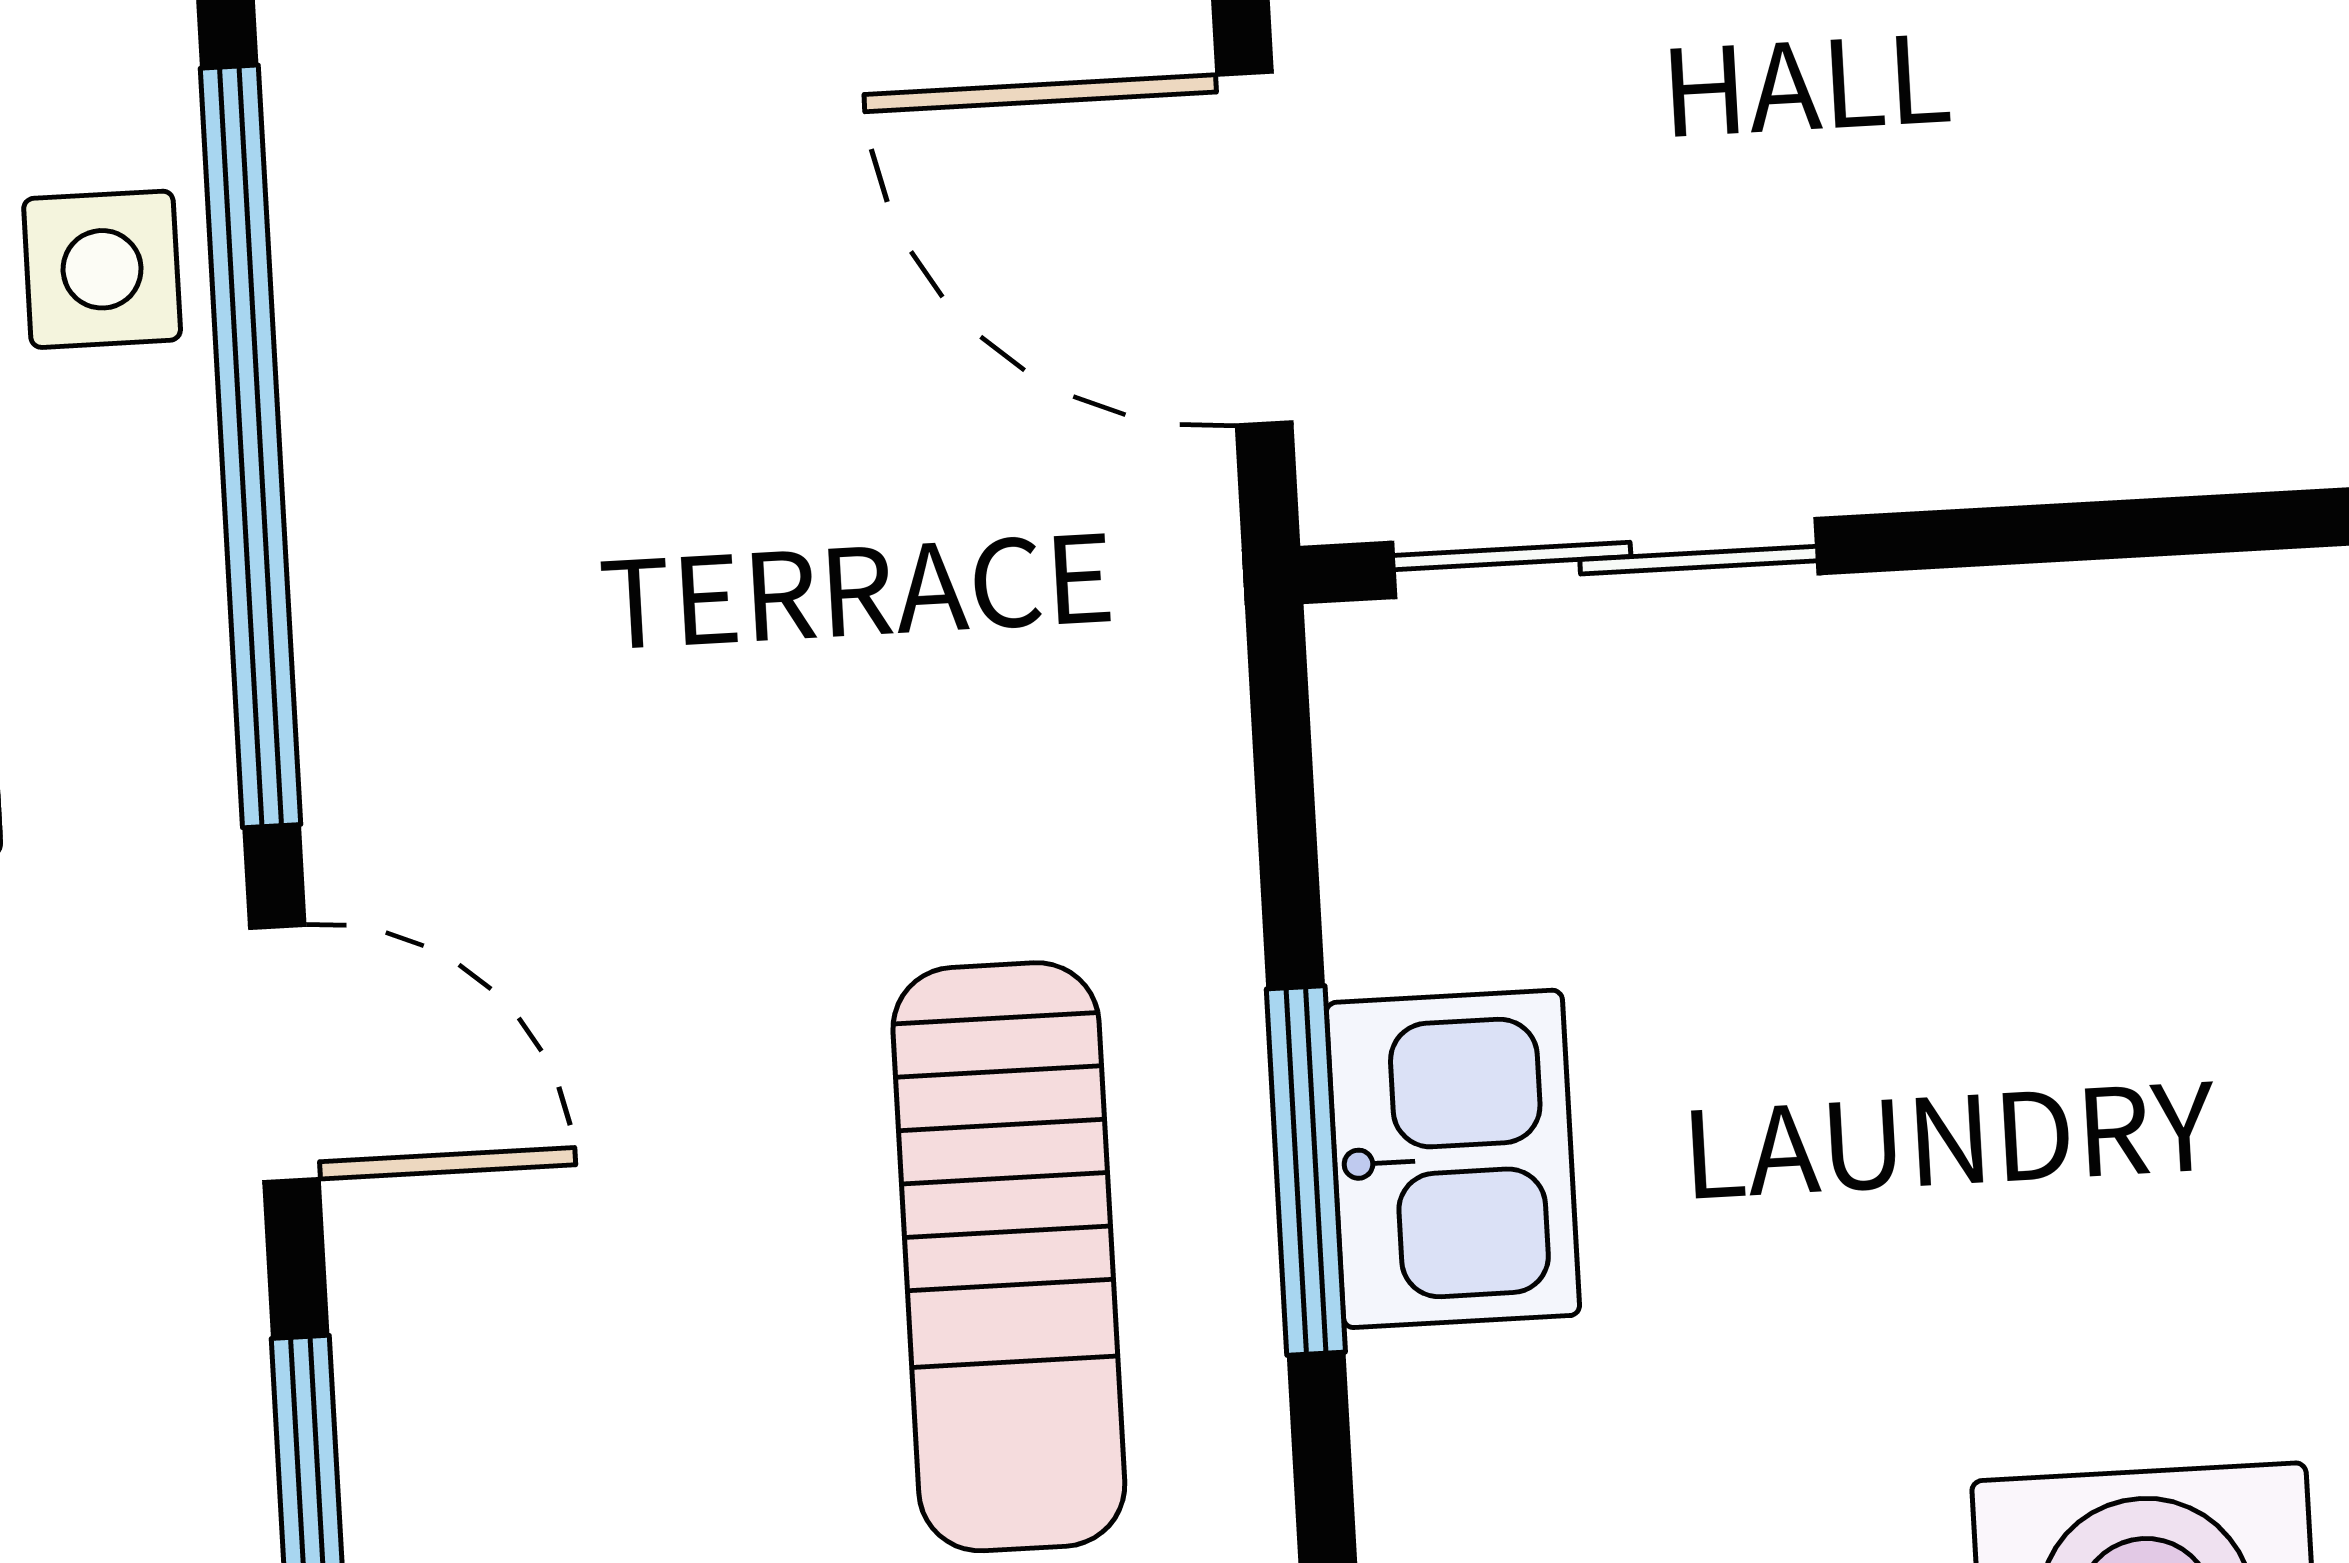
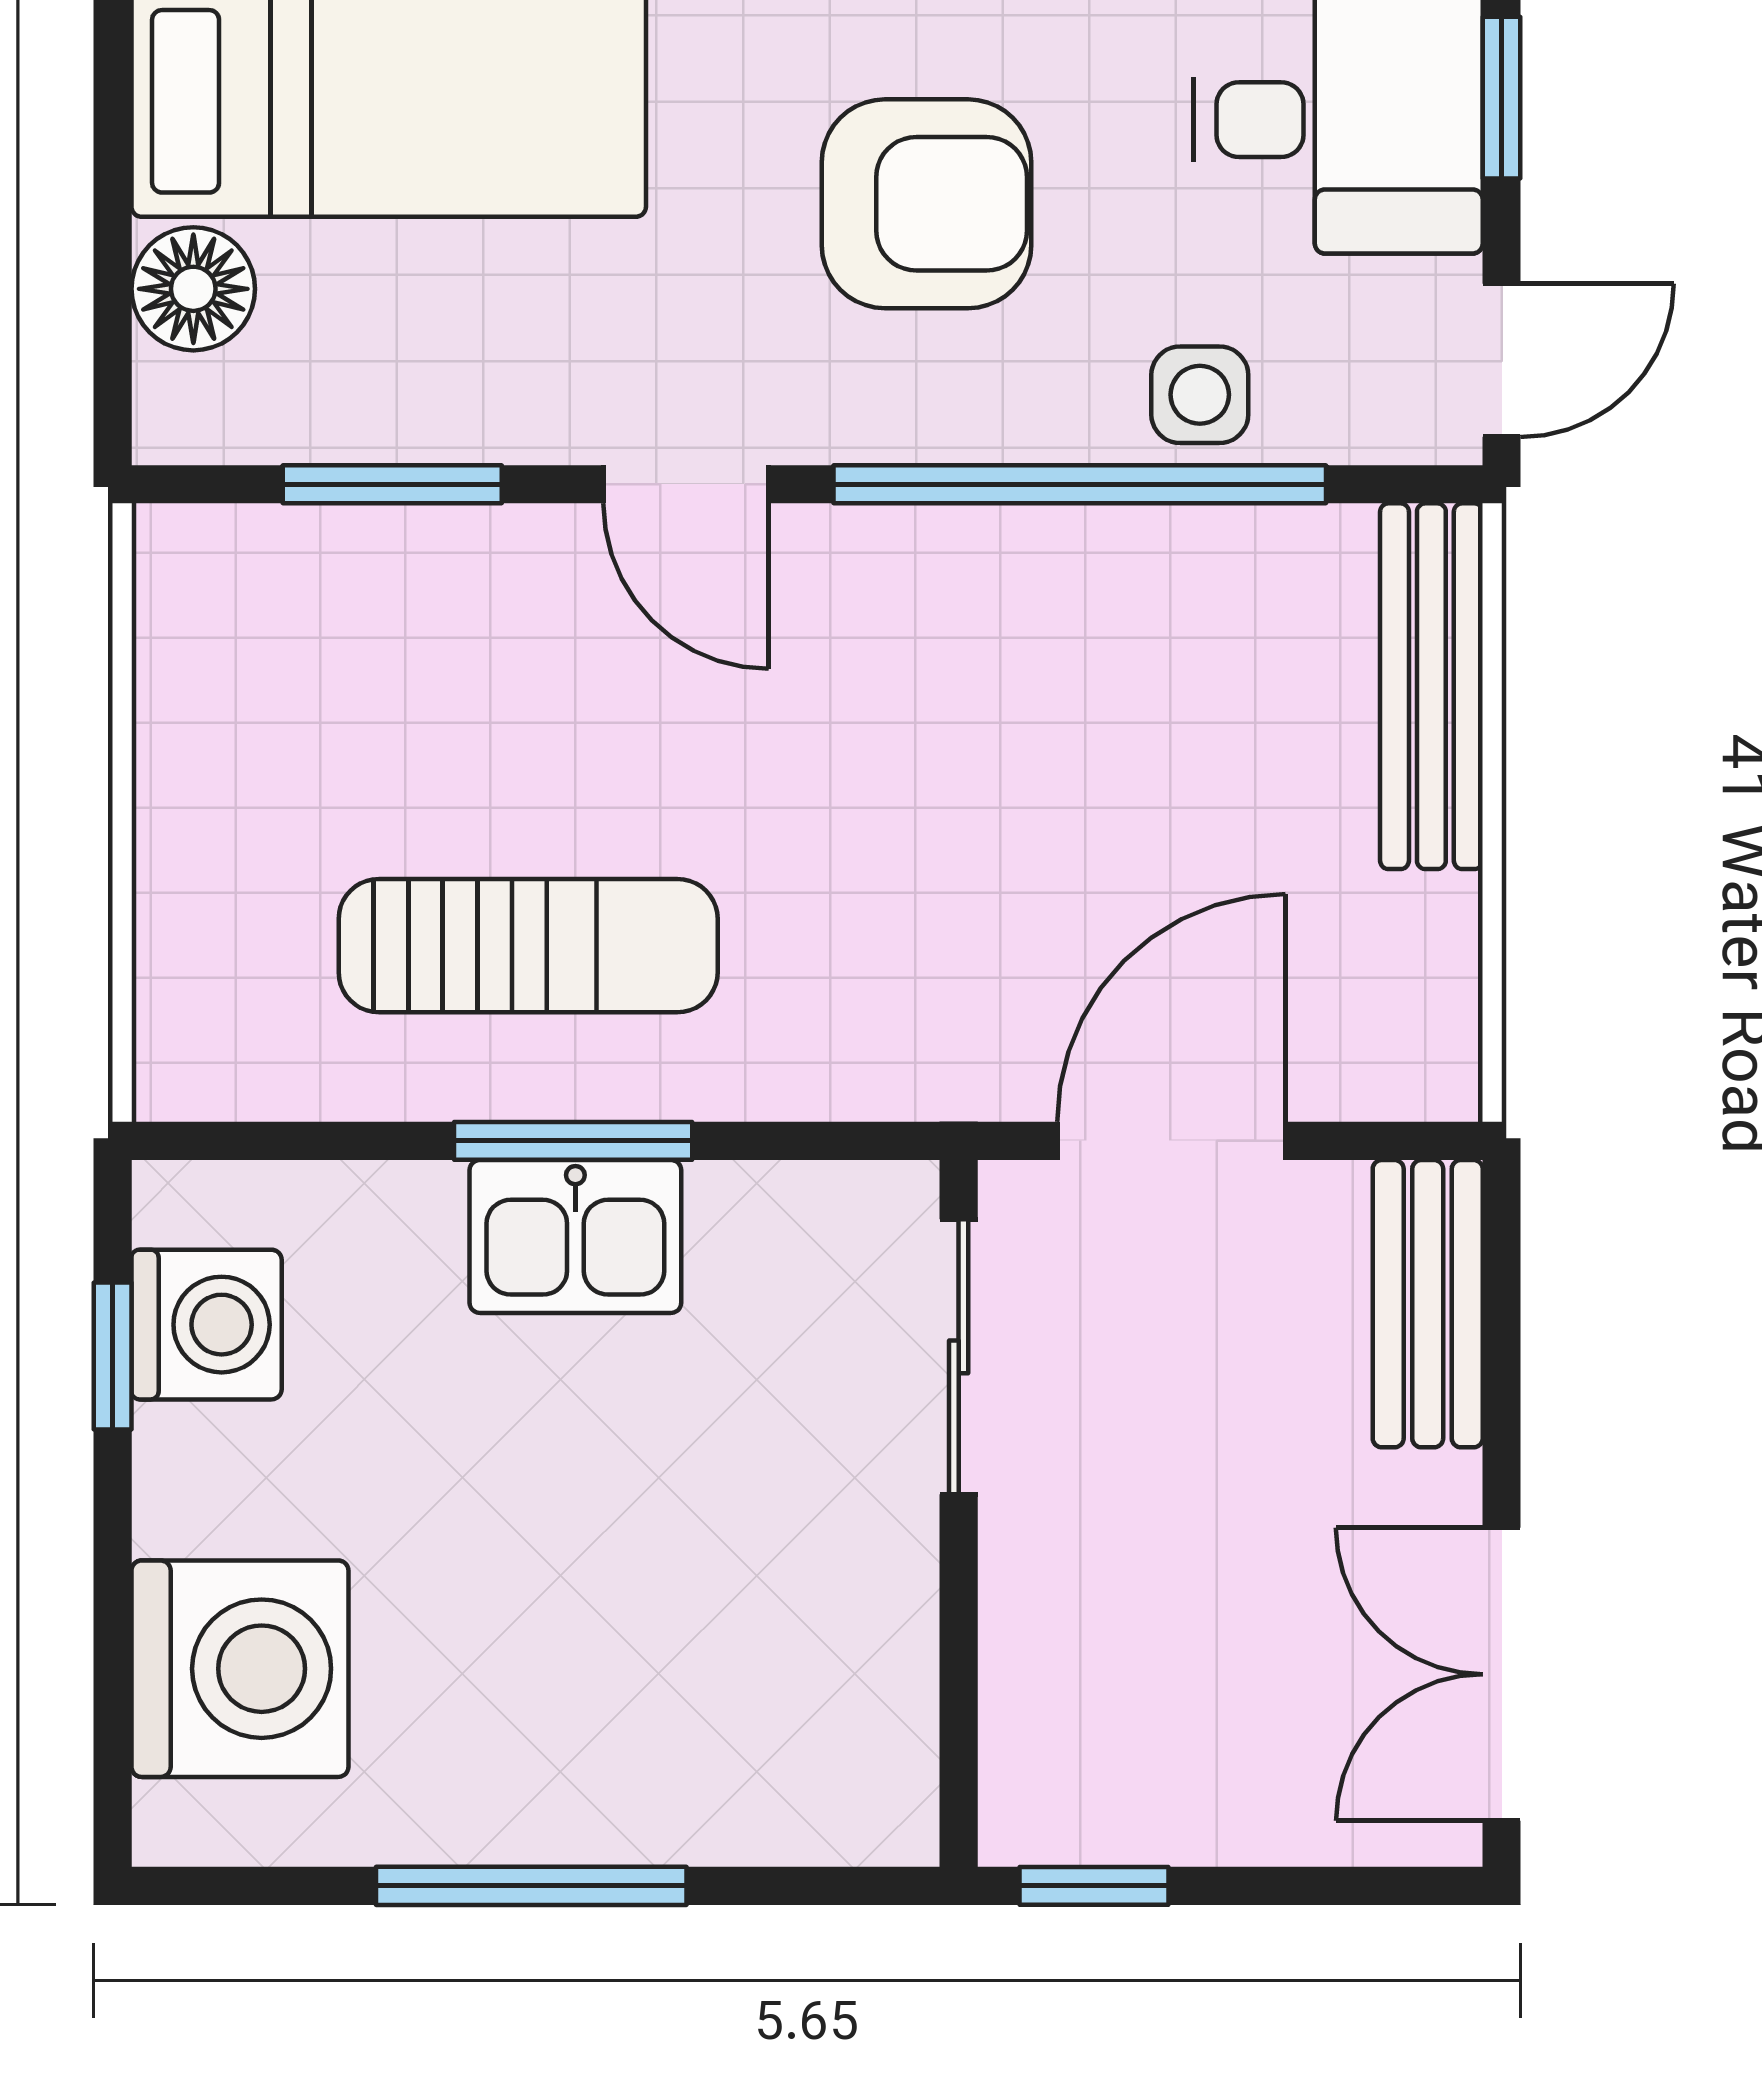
door: (284, 1053) -> (686, 484), hinge flipped
sun lounger: (1009, 1257) -> (528, 946), turned 180

